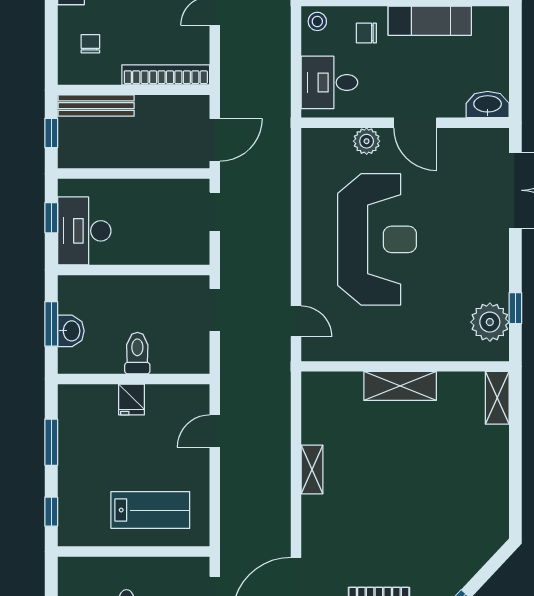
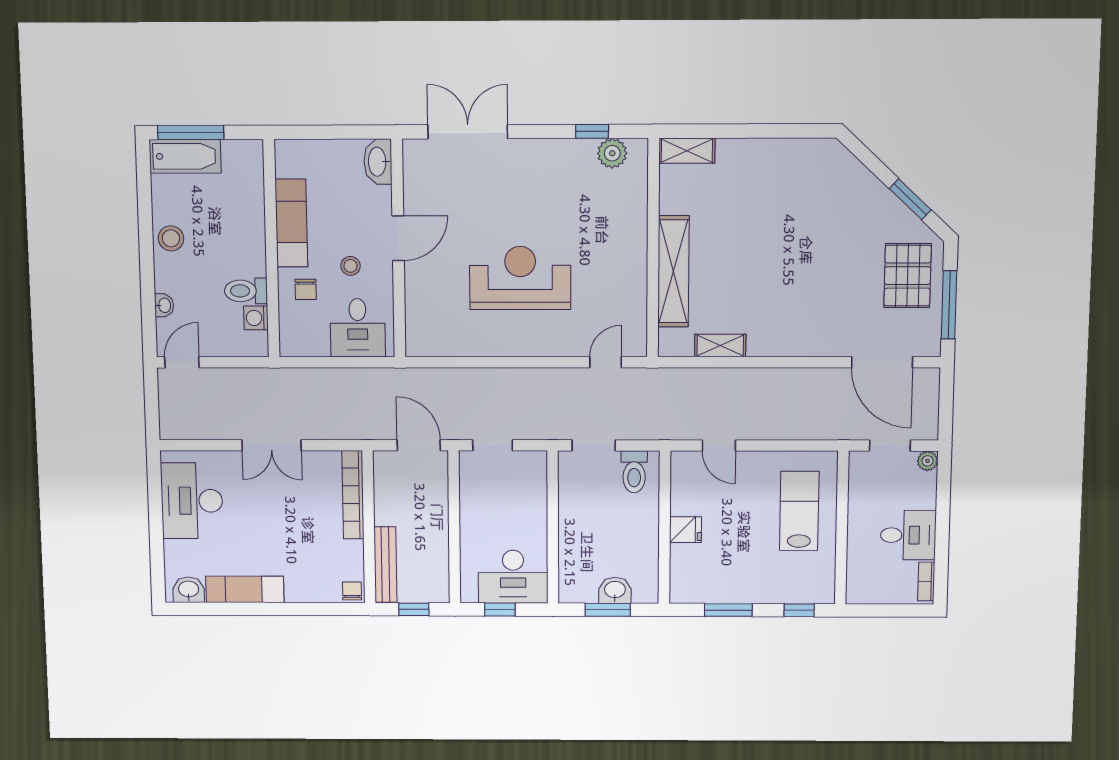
stool: (317, 21) -> (351, 266), moved
chair: (90, 44) -> (352, 591), moved, turned 90
plant: (367, 141) -> (418, 289), removed
reception desk: (377, 239) -> (520, 278), width x0.74, depth x0.77
plant: (490, 322) -> (612, 153), width x0.73, depth x0.73
toilet: (137, 353) -> (634, 472), moved, turned -90
shelving: (400, 386) -> (673, 271), width x1.47
shelving: (312, 470) -> (720, 346), moved

